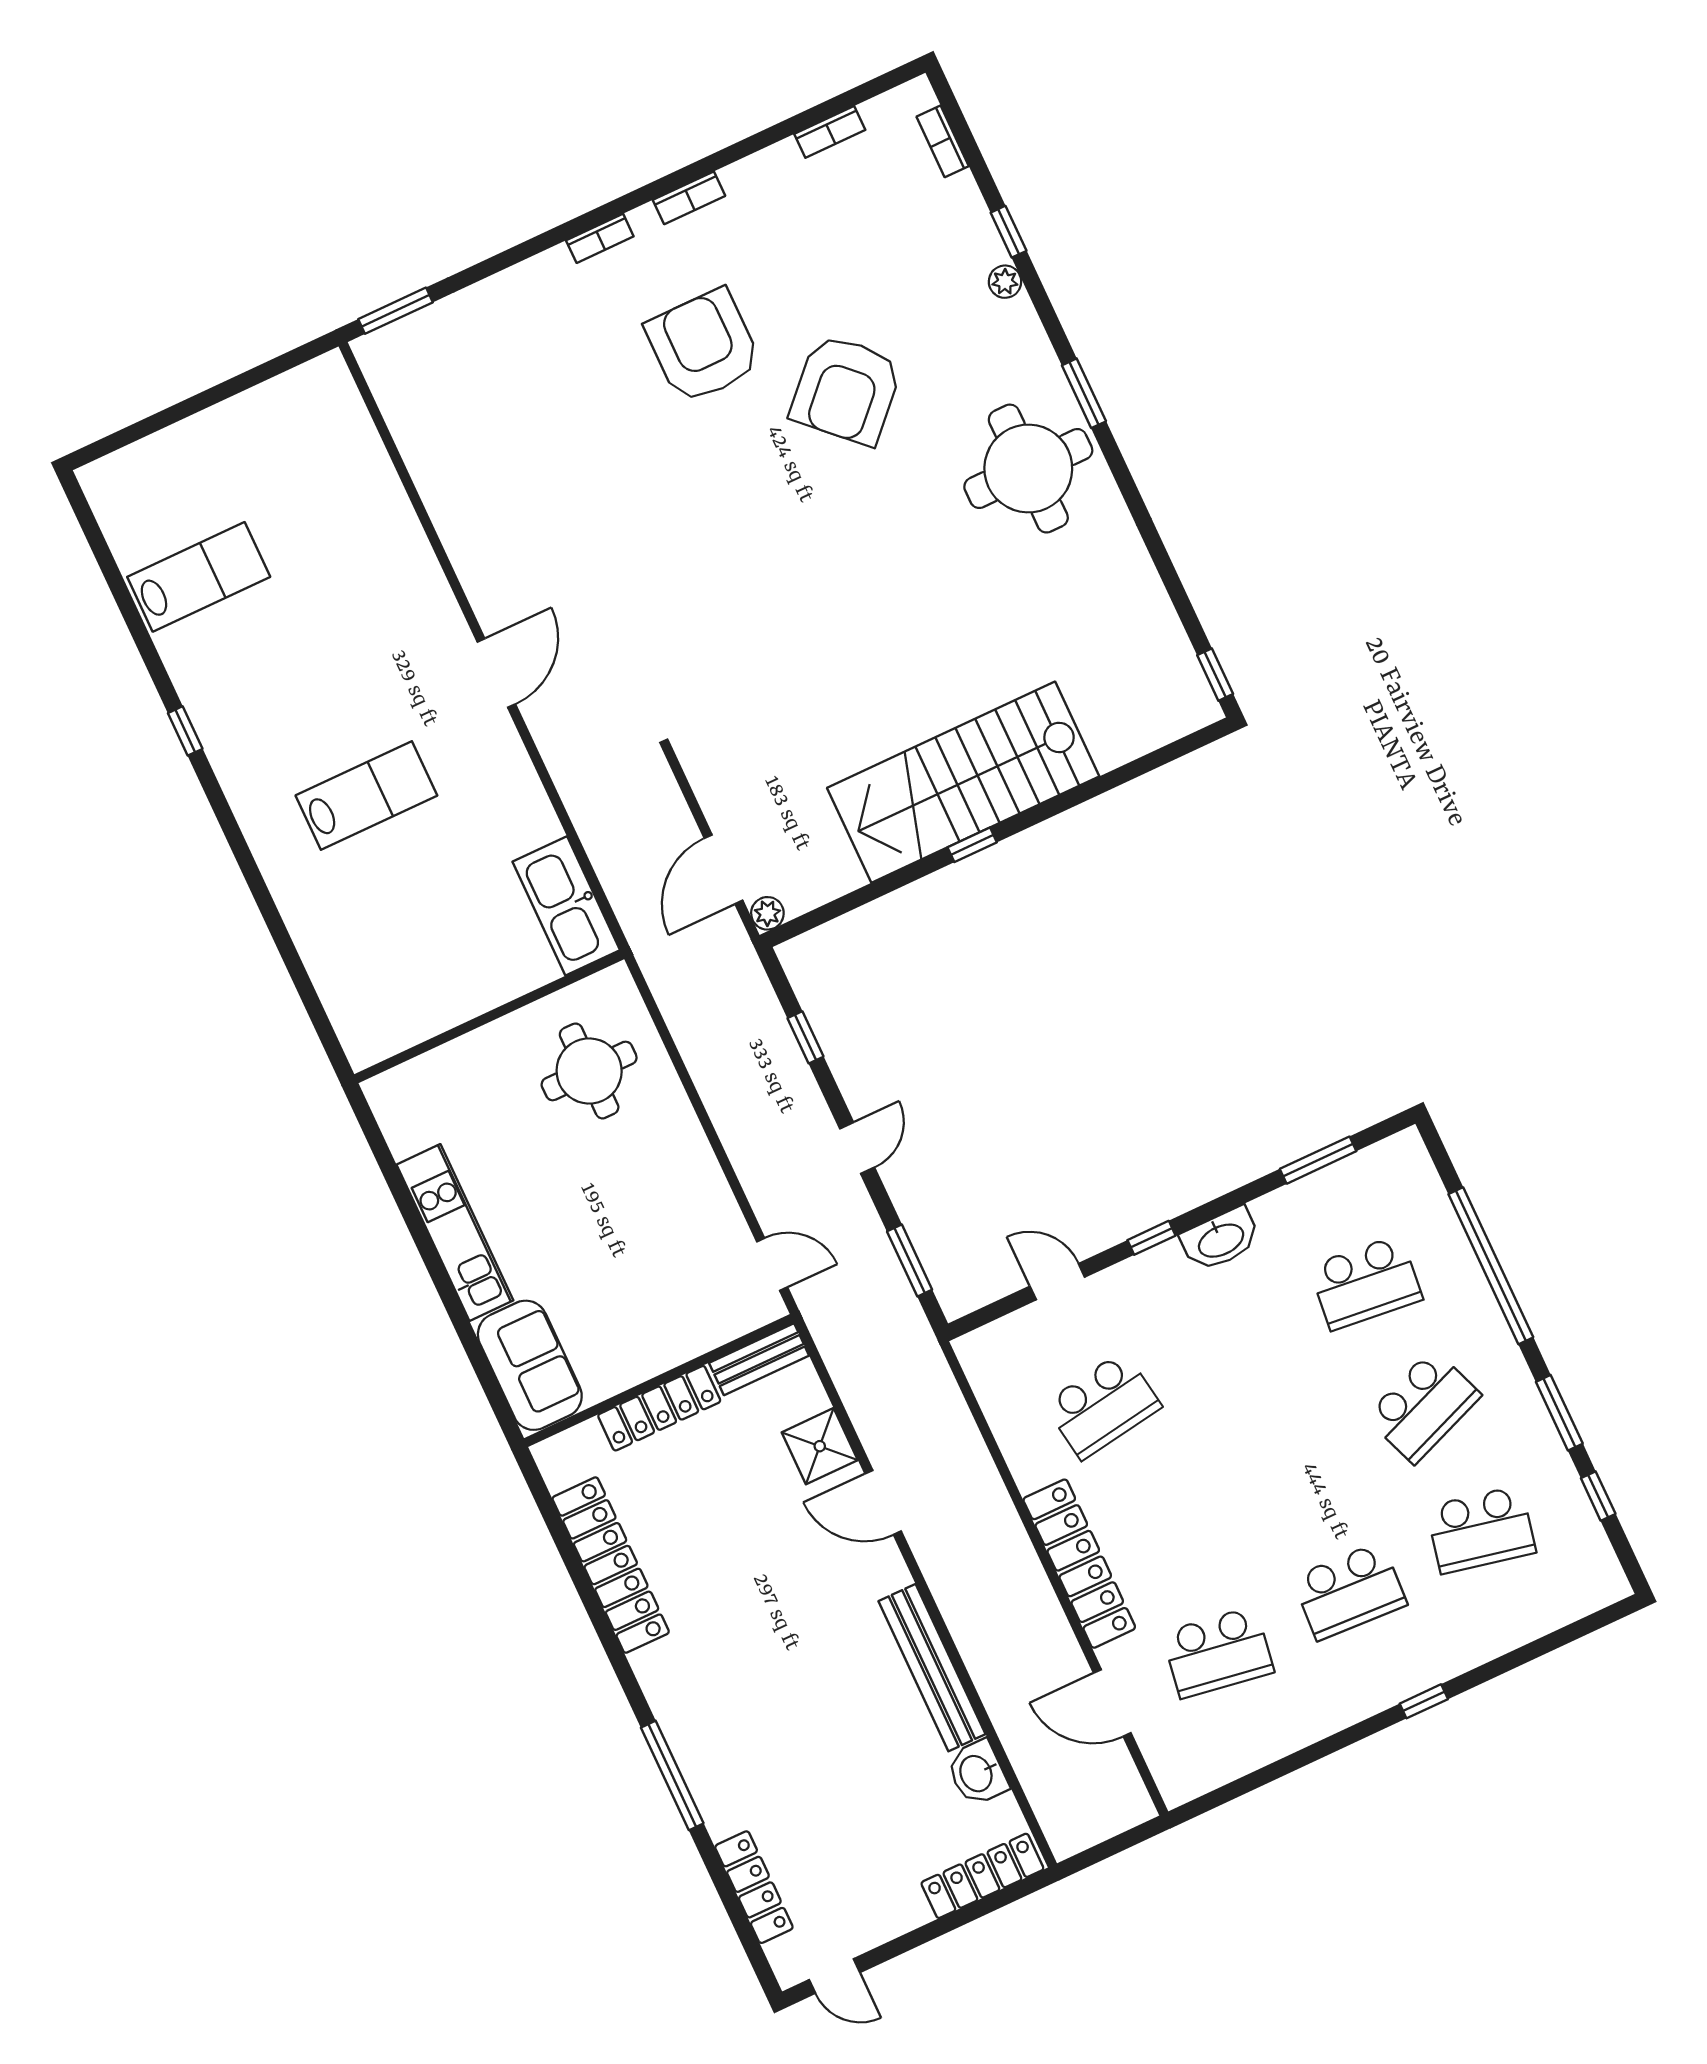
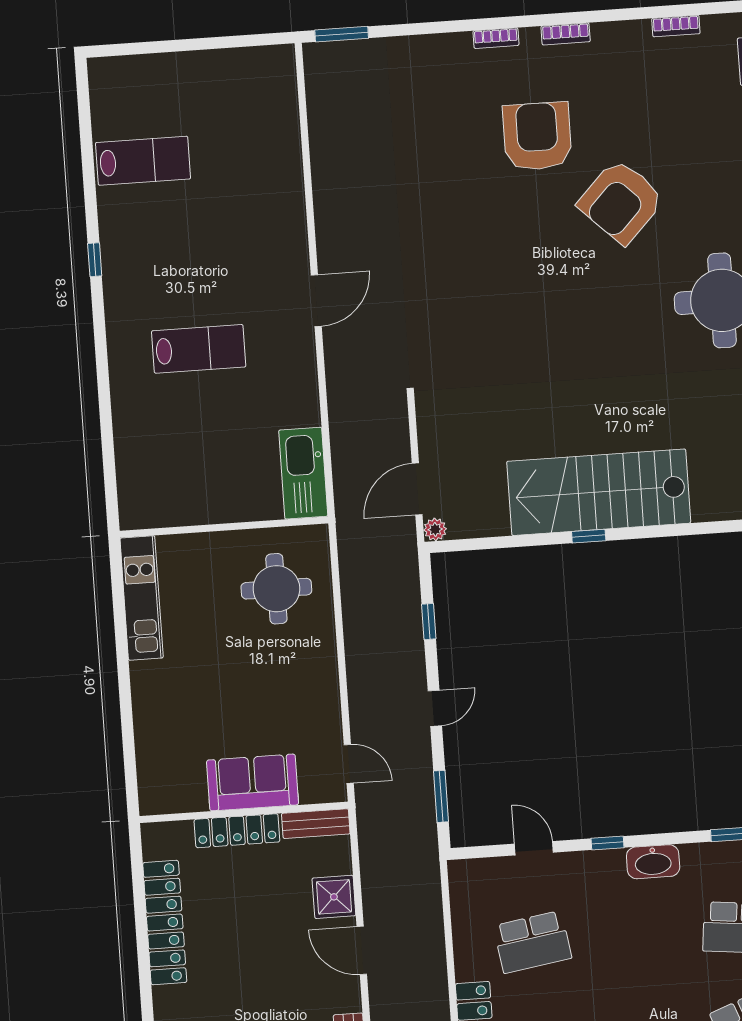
kitchen unit: (455, 1232) -> (142, 598), moved
sofa: (530, 1365) -> (253, 782), moved, turned -90

